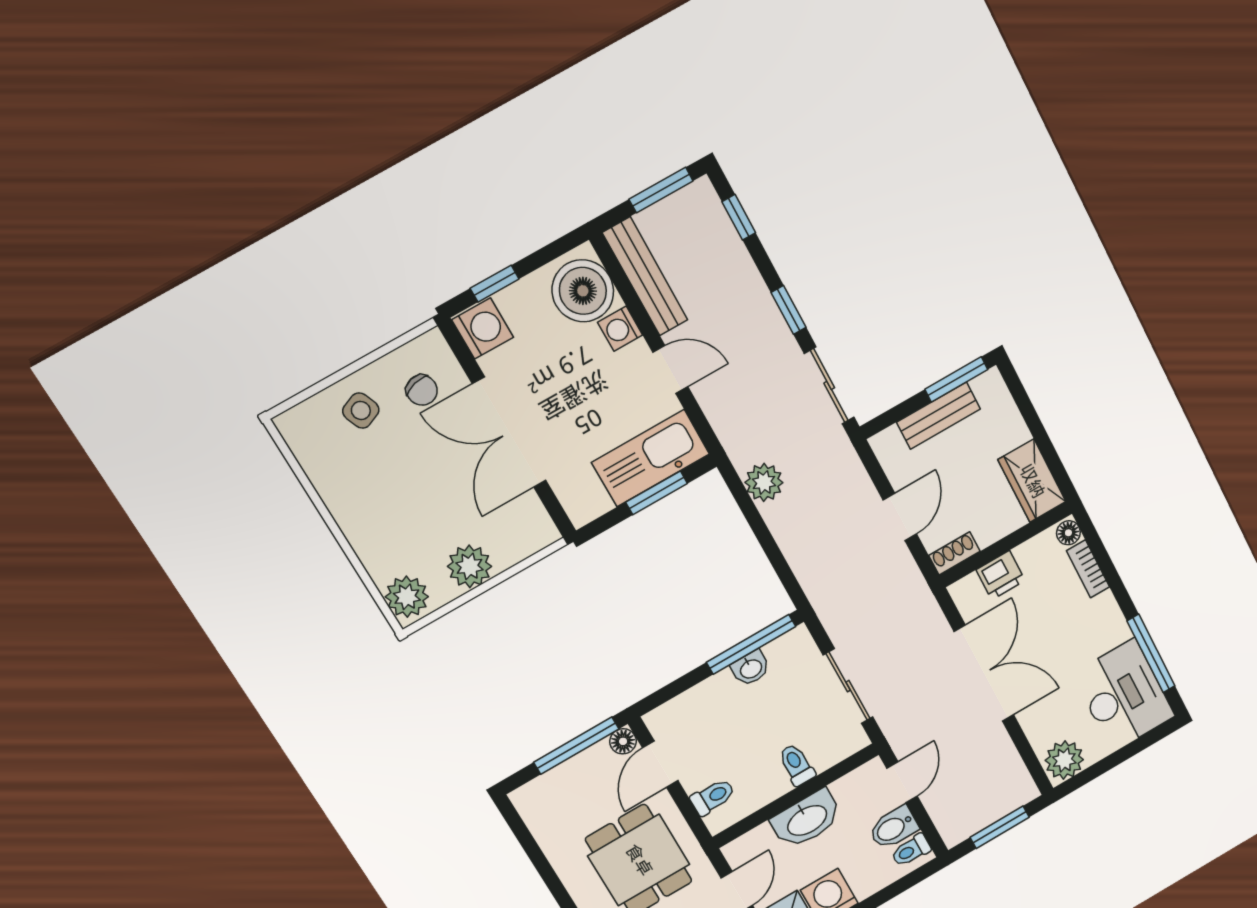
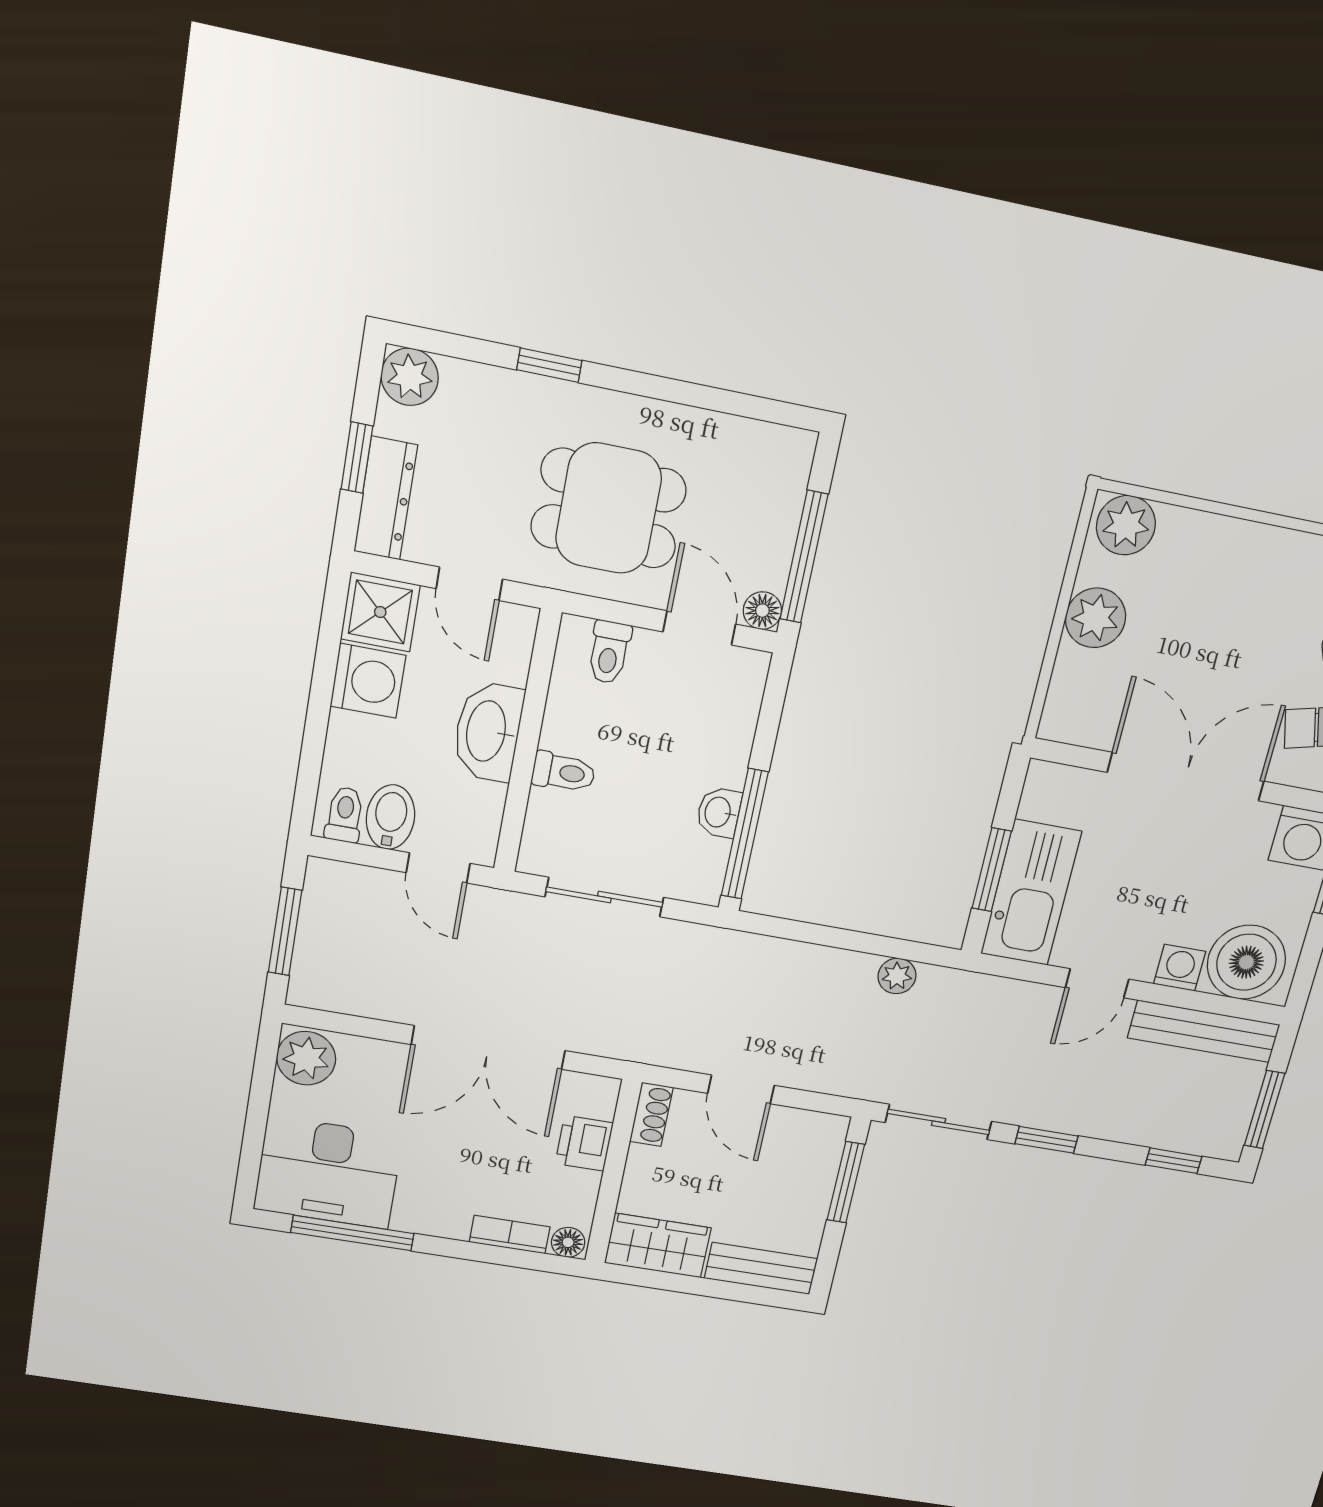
window: (956, 379) -> (846, 1182), moved
bench: (938, 416) -> (761, 1268), moved, turned 90
plant: (764, 482) -> (897, 976), width x0.73, depth x0.73

